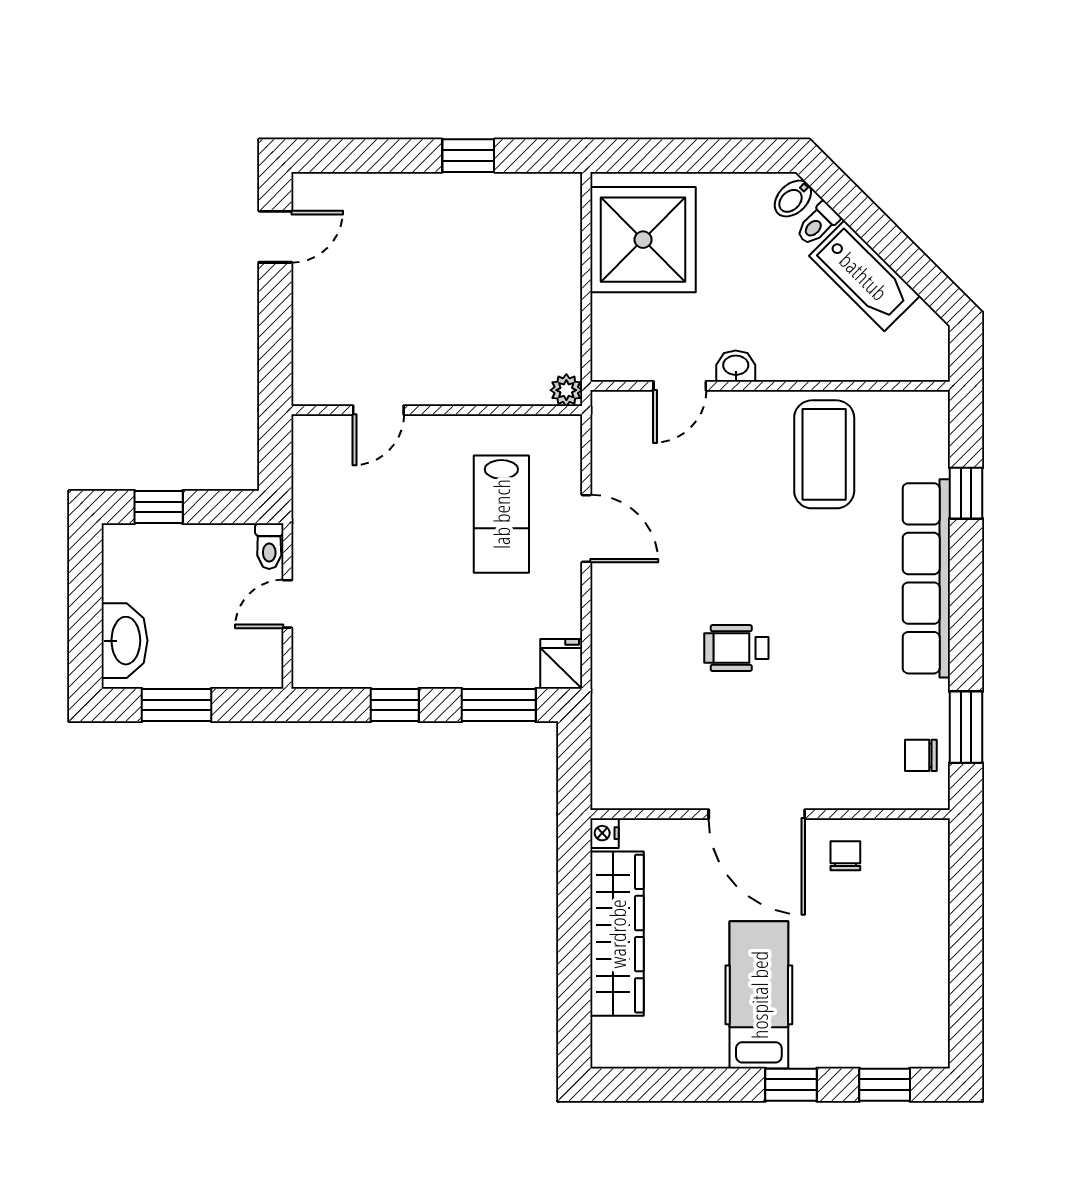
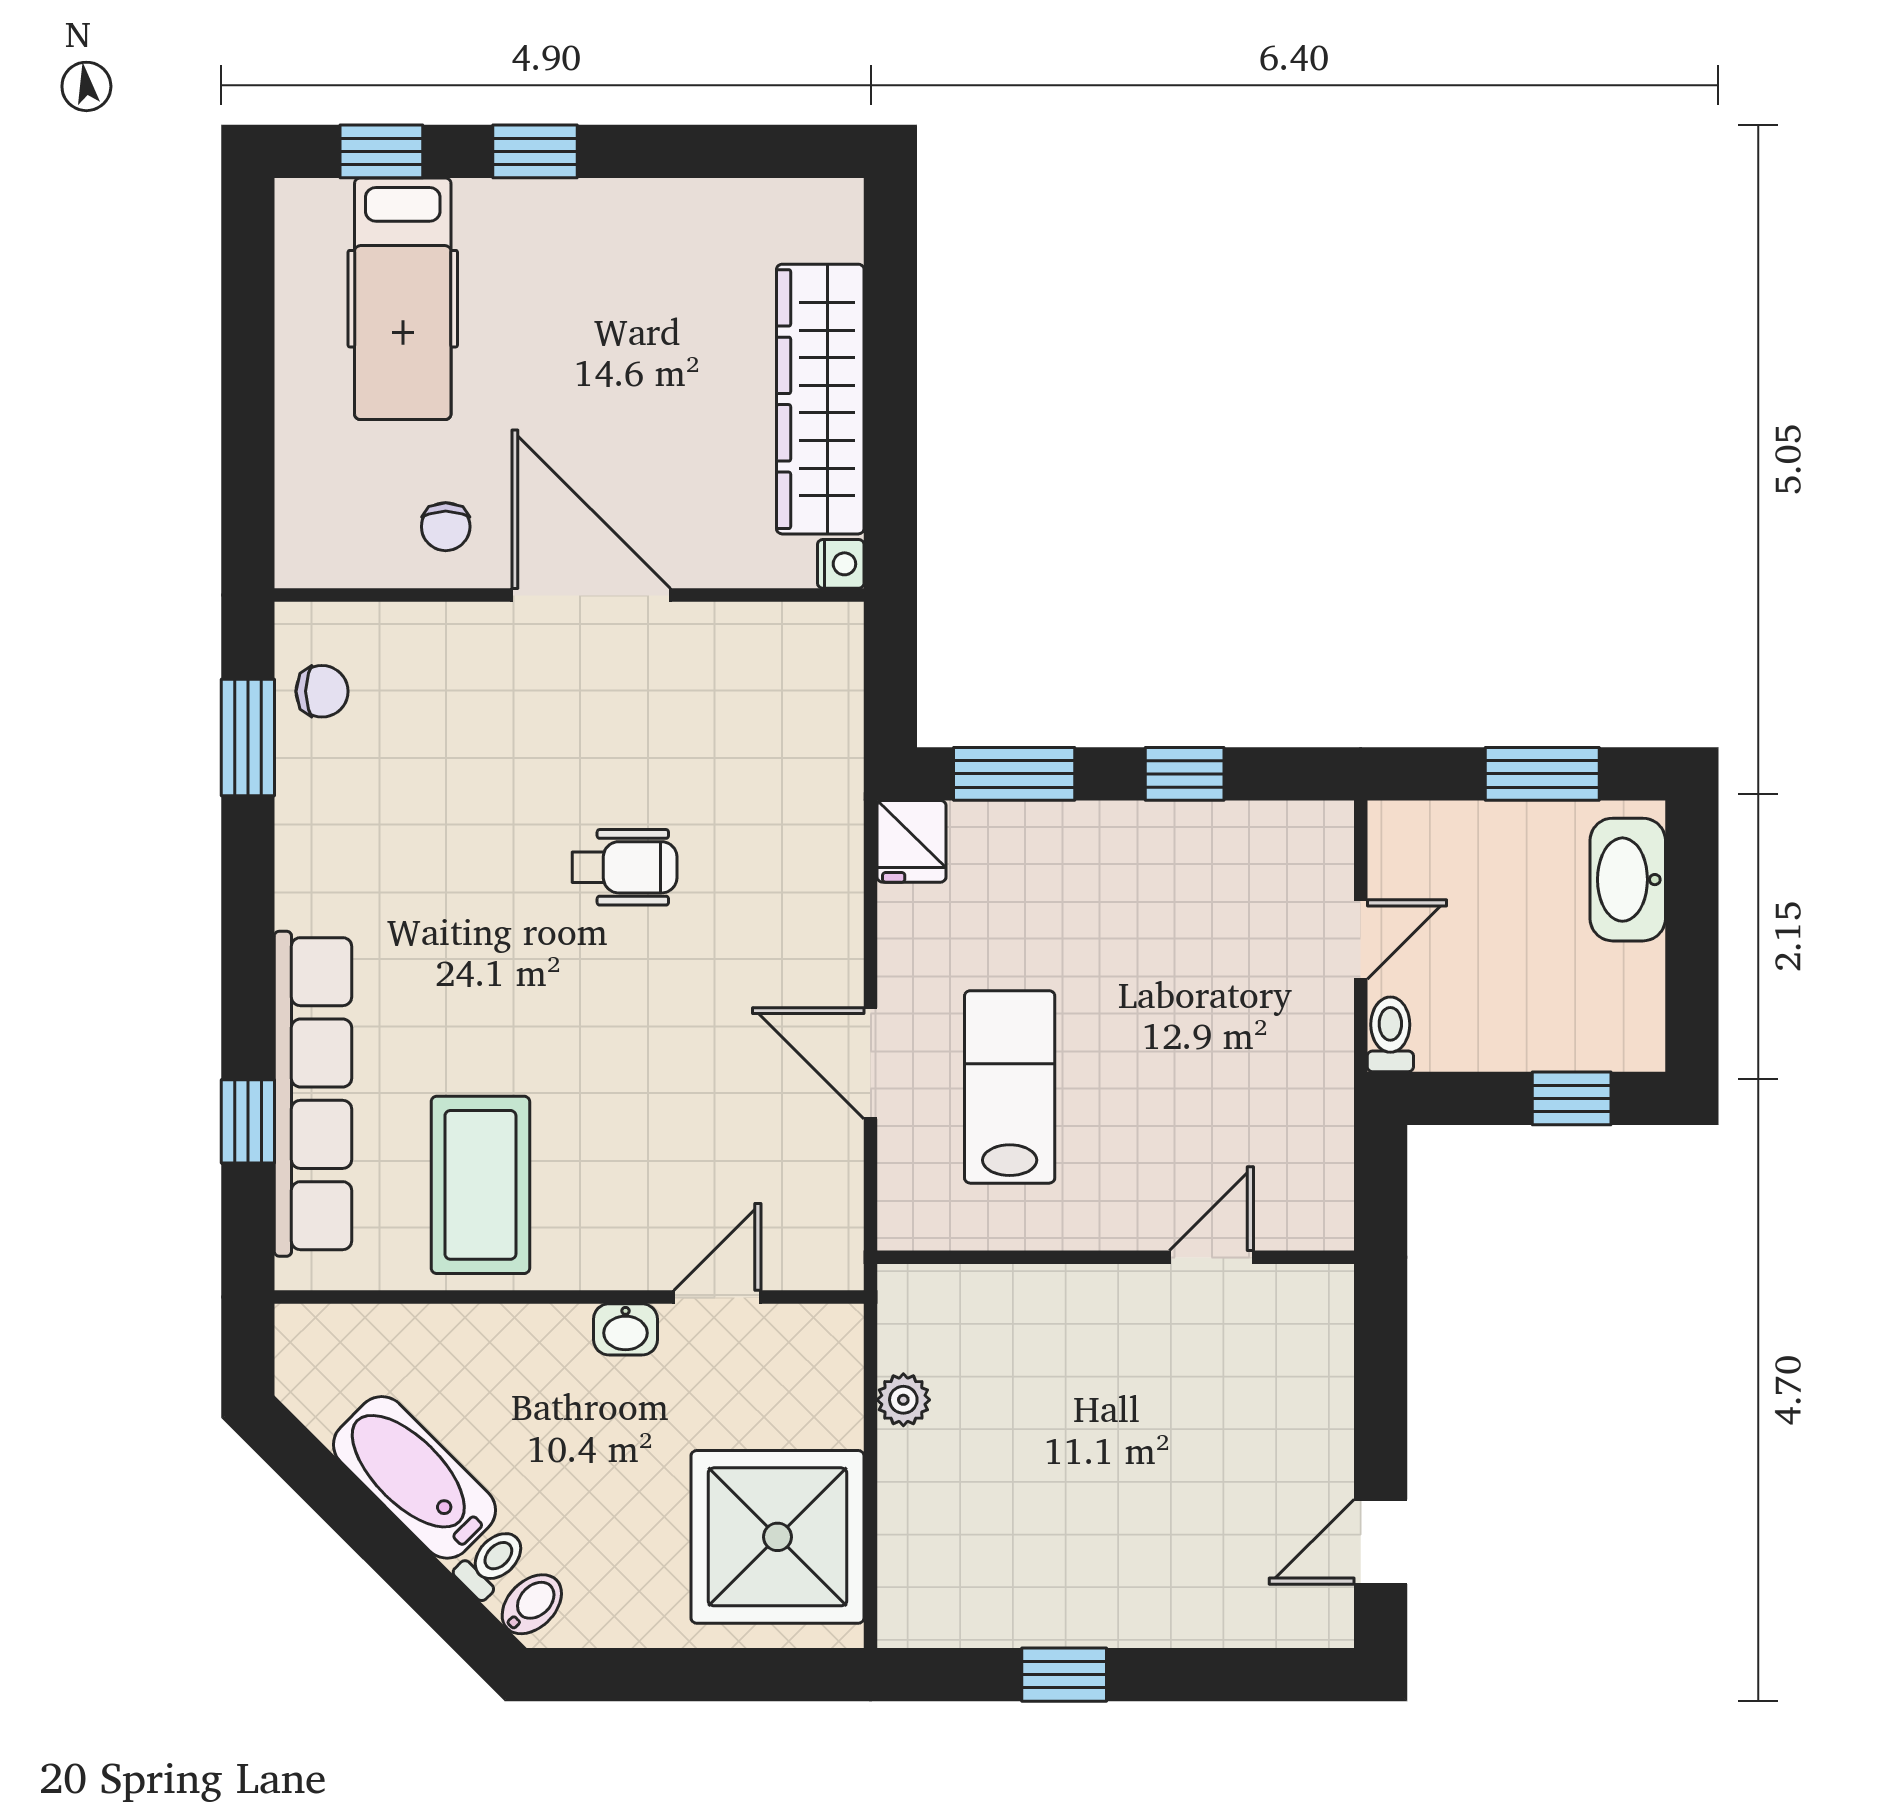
plant: (566, 390) -> (903, 1400), moved
row of seats: (926, 578) -> (313, 1094), moved
hospital bed: (759, 995) -> (403, 299), moved

